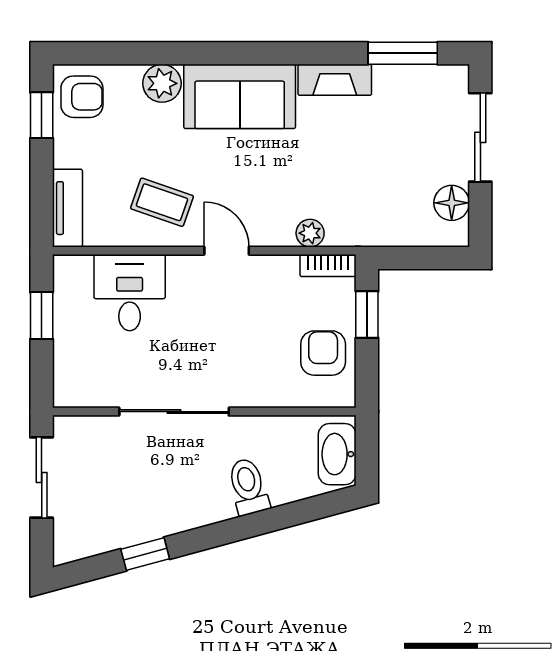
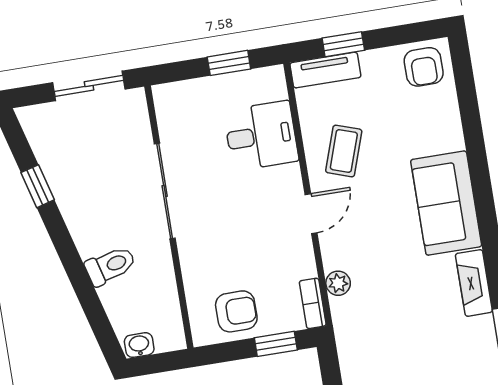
plant: (162, 83) -> (447, 134), removed
window: (42, 115) -> (343, 44), moved
washbasin: (337, 454) -> (139, 345), width x0.52, depth x0.69

